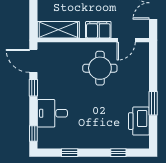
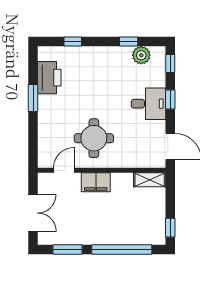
shelving: (58, 30) -> (150, 180), width x0.67, depth x0.75
window: (33, 88) -> (170, 100), moved
desk: (52, 113) -> (148, 104), moved
plant: (59, 141) -> (141, 55), added

